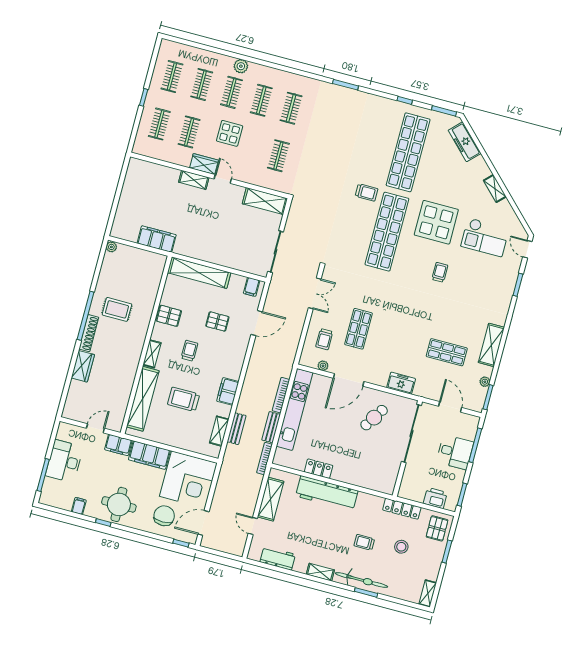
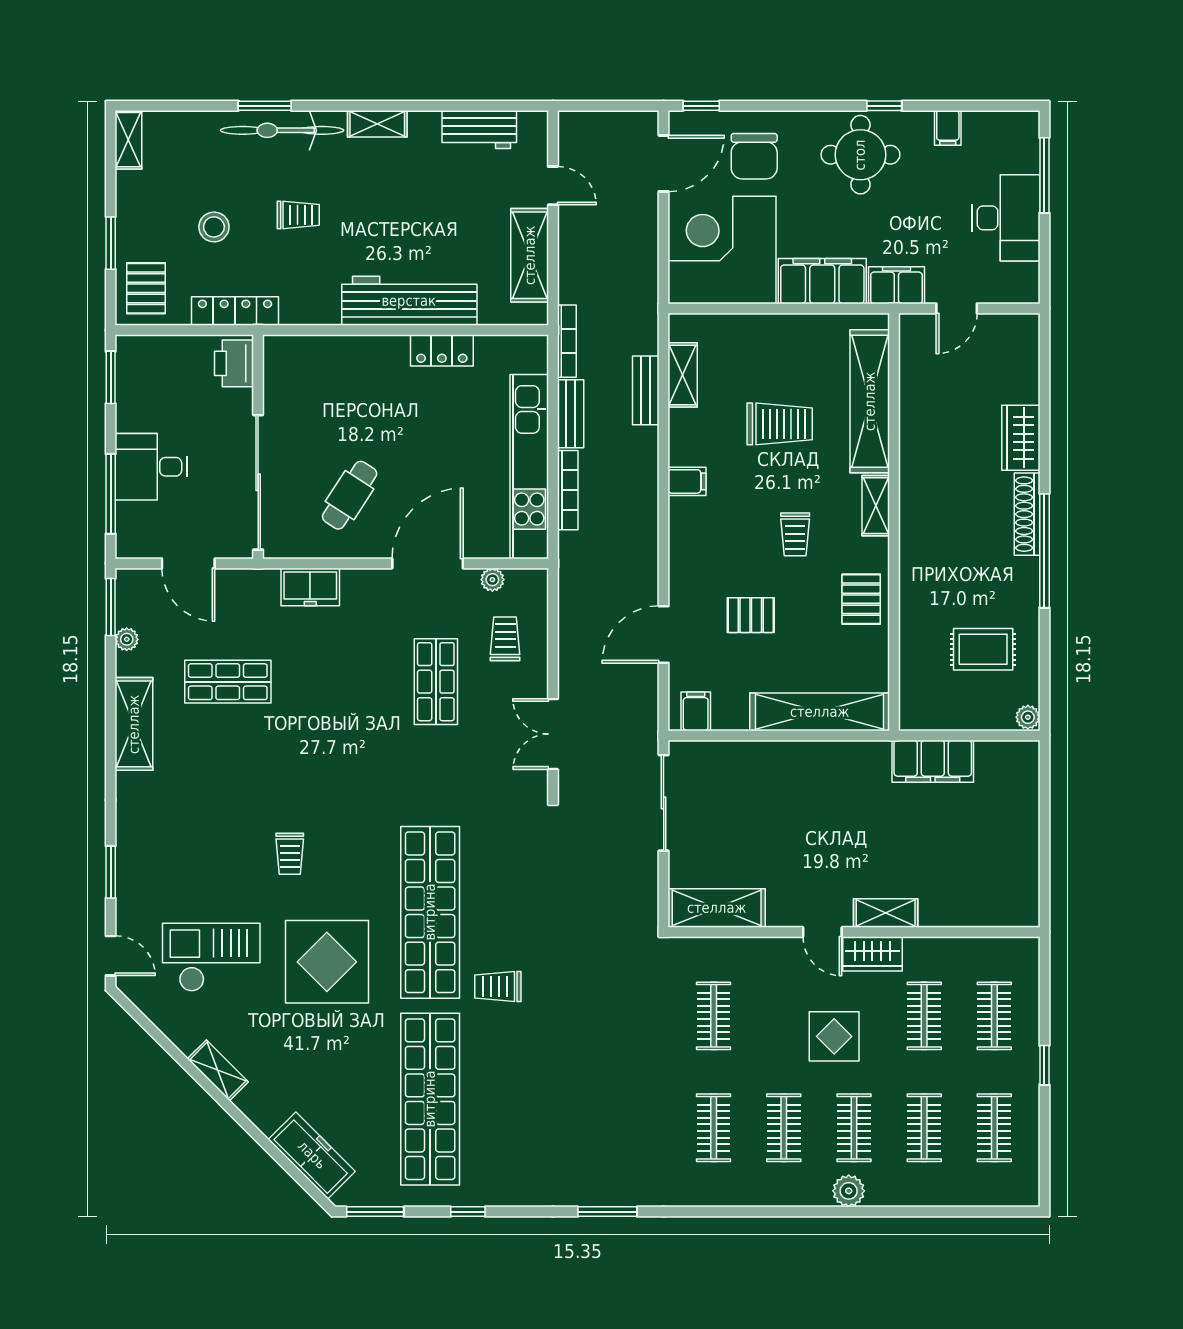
rug: (117, 309) -> (983, 649), moved
pallet: (169, 316) -> (861, 599), turned 90
filing cabinet: (228, 391) -> (687, 481), width x0.50
printer: (435, 498) -> (234, 363), moved, turned 90

